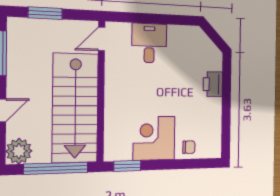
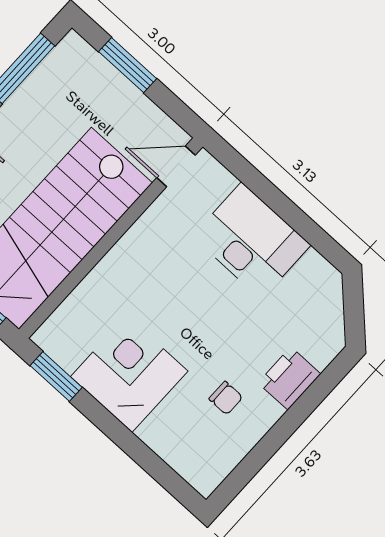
desk: (149, 43) -> (251, 241), width x1.37
chair: (189, 147) -> (226, 398), moved

